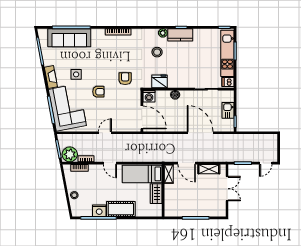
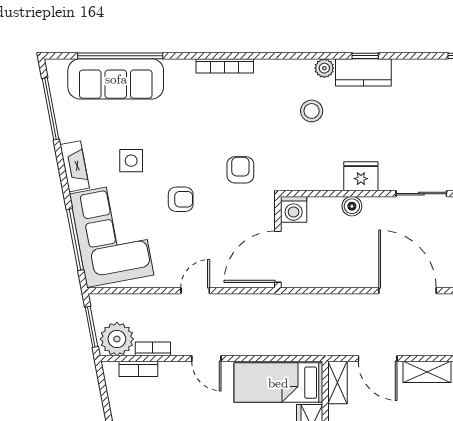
fridge: (160, 81) -> (361, 176), moved
door: (142, 117) -> (278, 257), swing flipped

